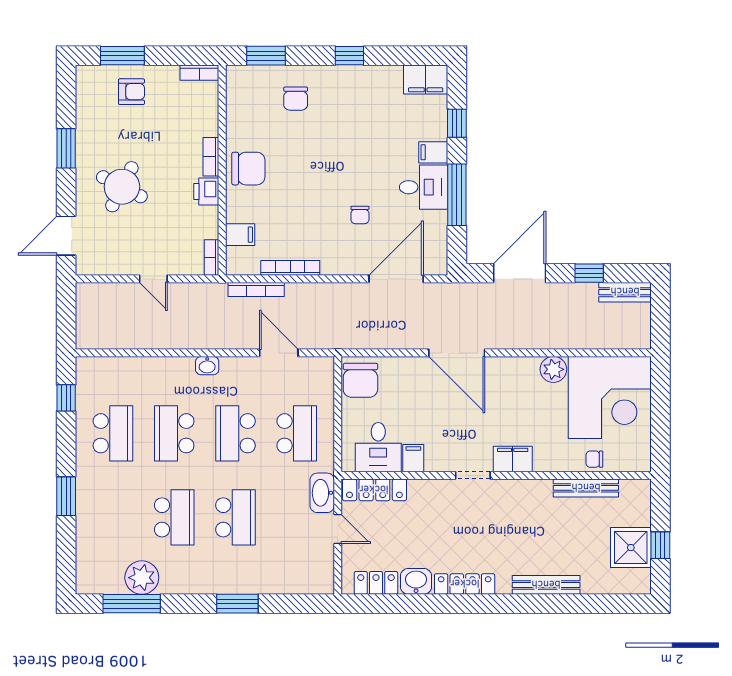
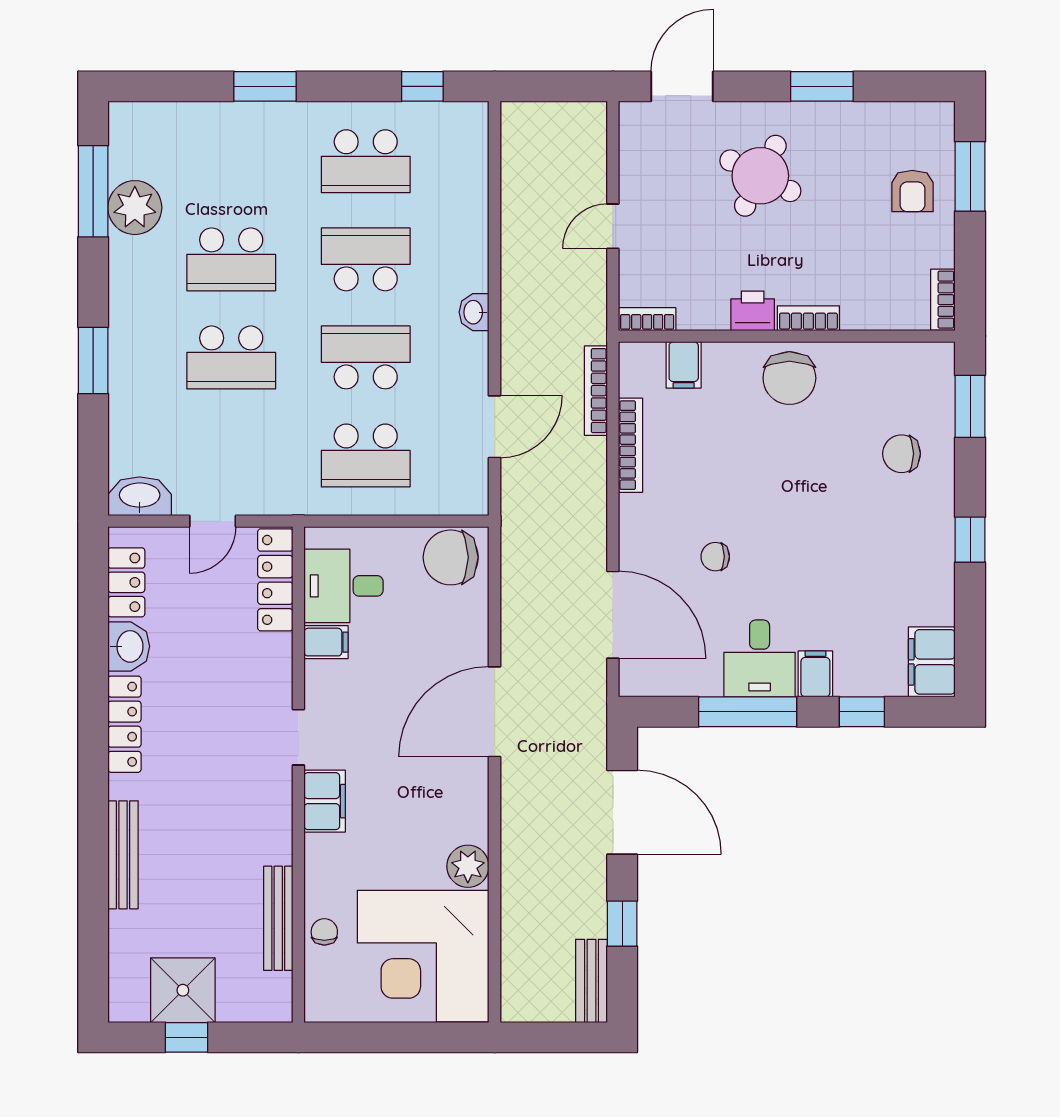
door: (66, 236) -> (682, 86), hinge flipped
washbasin: (322, 493) -> (140, 496), moved

